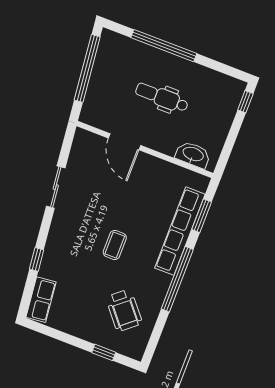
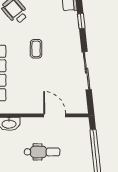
sliding door: (56, 187) -> (87, 71), width x1.37

